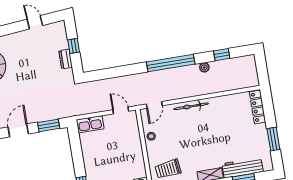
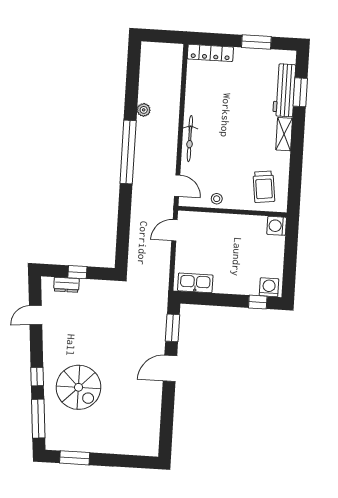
window: (222, 55) -> (132, 84), removed
dresser: (66, 59) -> (66, 285), moved
kitchen sink: (90, 124) -> (195, 283), moved, turned -90
door: (18, 130) -> (170, 368), hinge flipped

